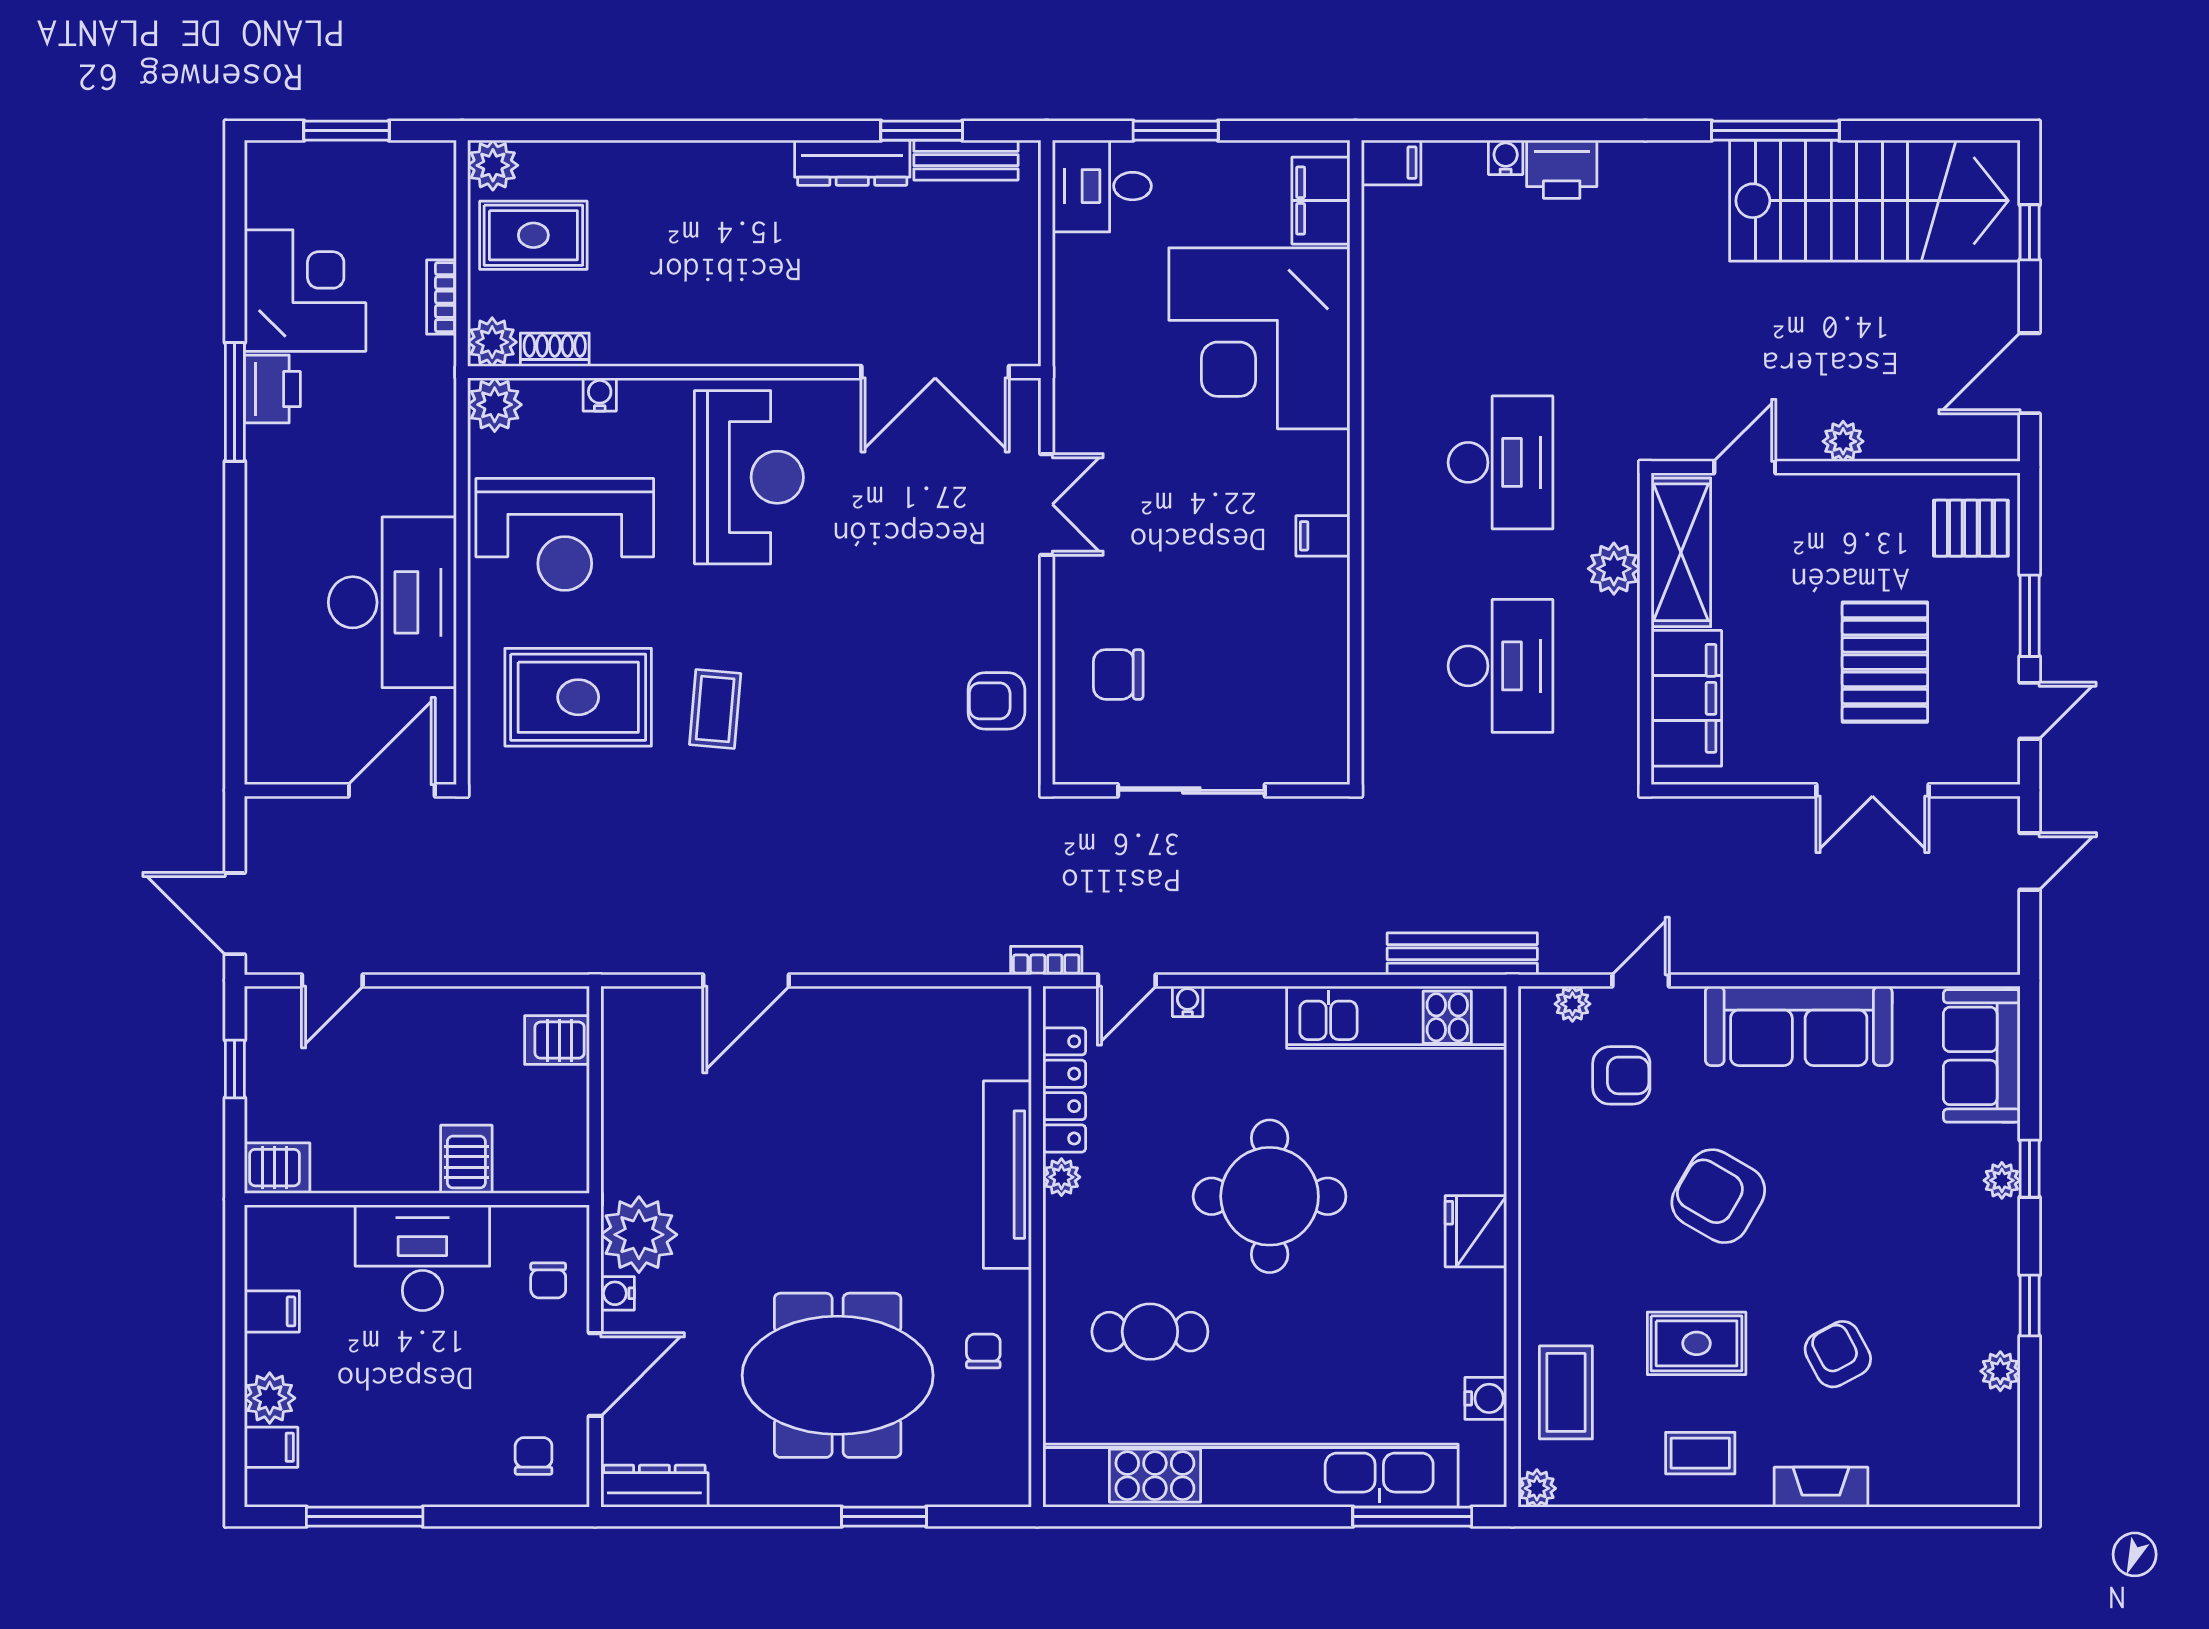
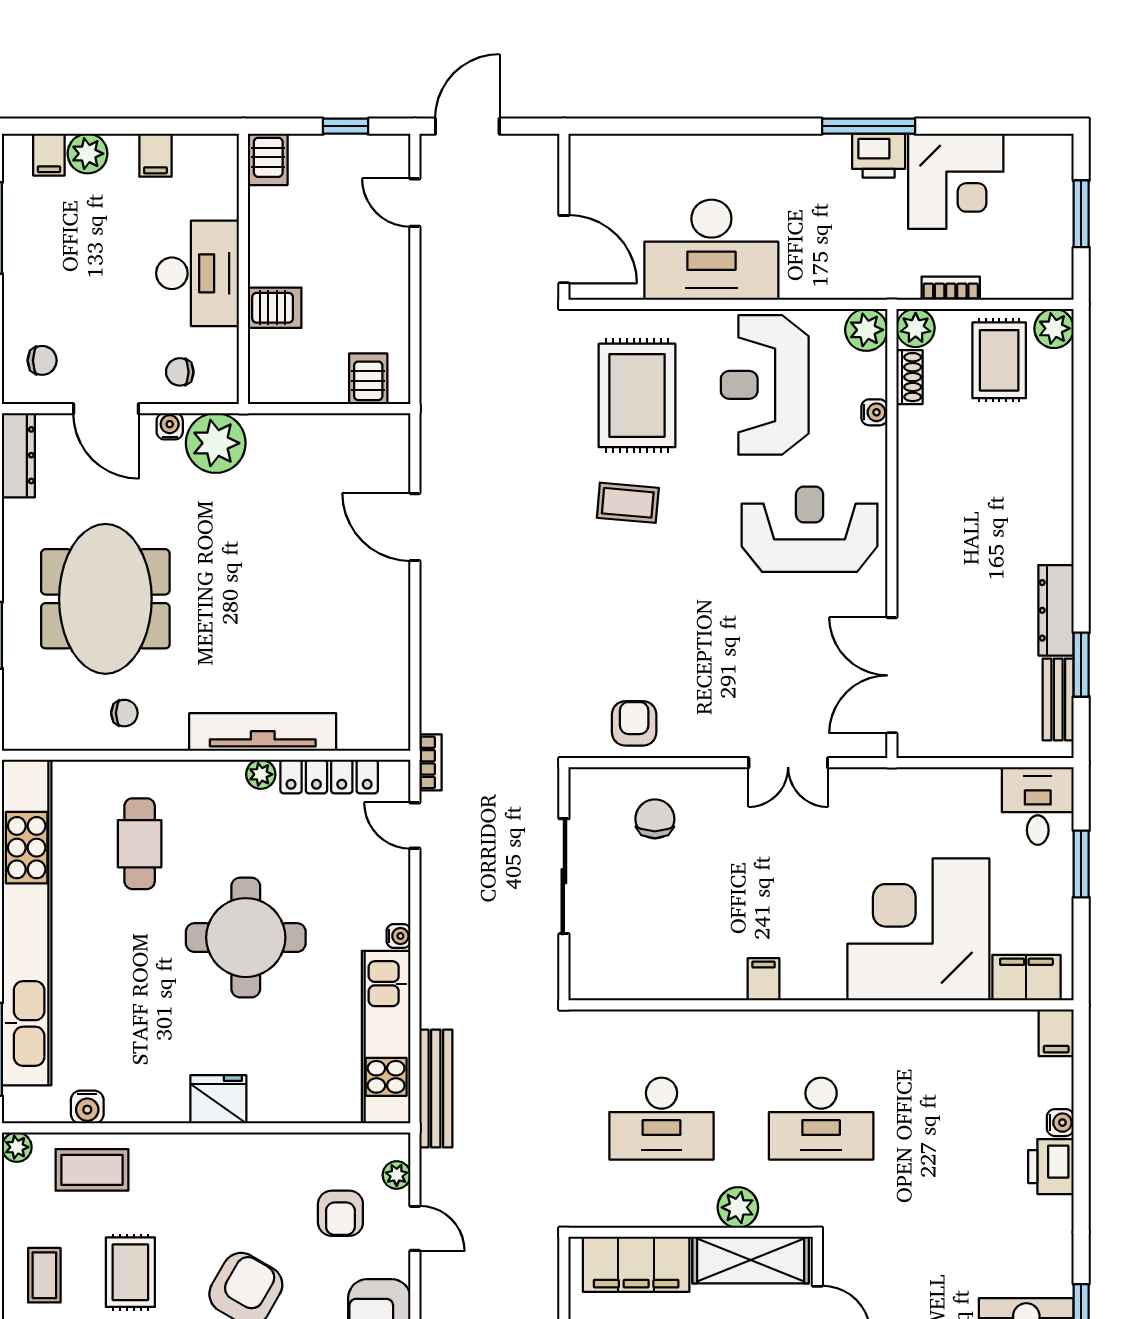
reception desk: (749, 477) -> (810, 529), turned 180
water cooler: (1188, 1001) -> (399, 936), moved

